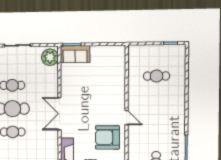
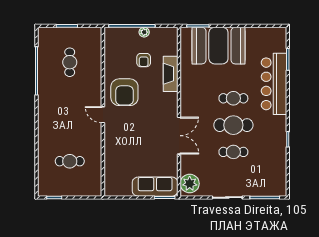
sofa: (75, 54) -> (155, 187), width x1.36
double door: (59, 114) -> (179, 136), moved
armchair: (107, 137) -> (124, 92), turned 90

